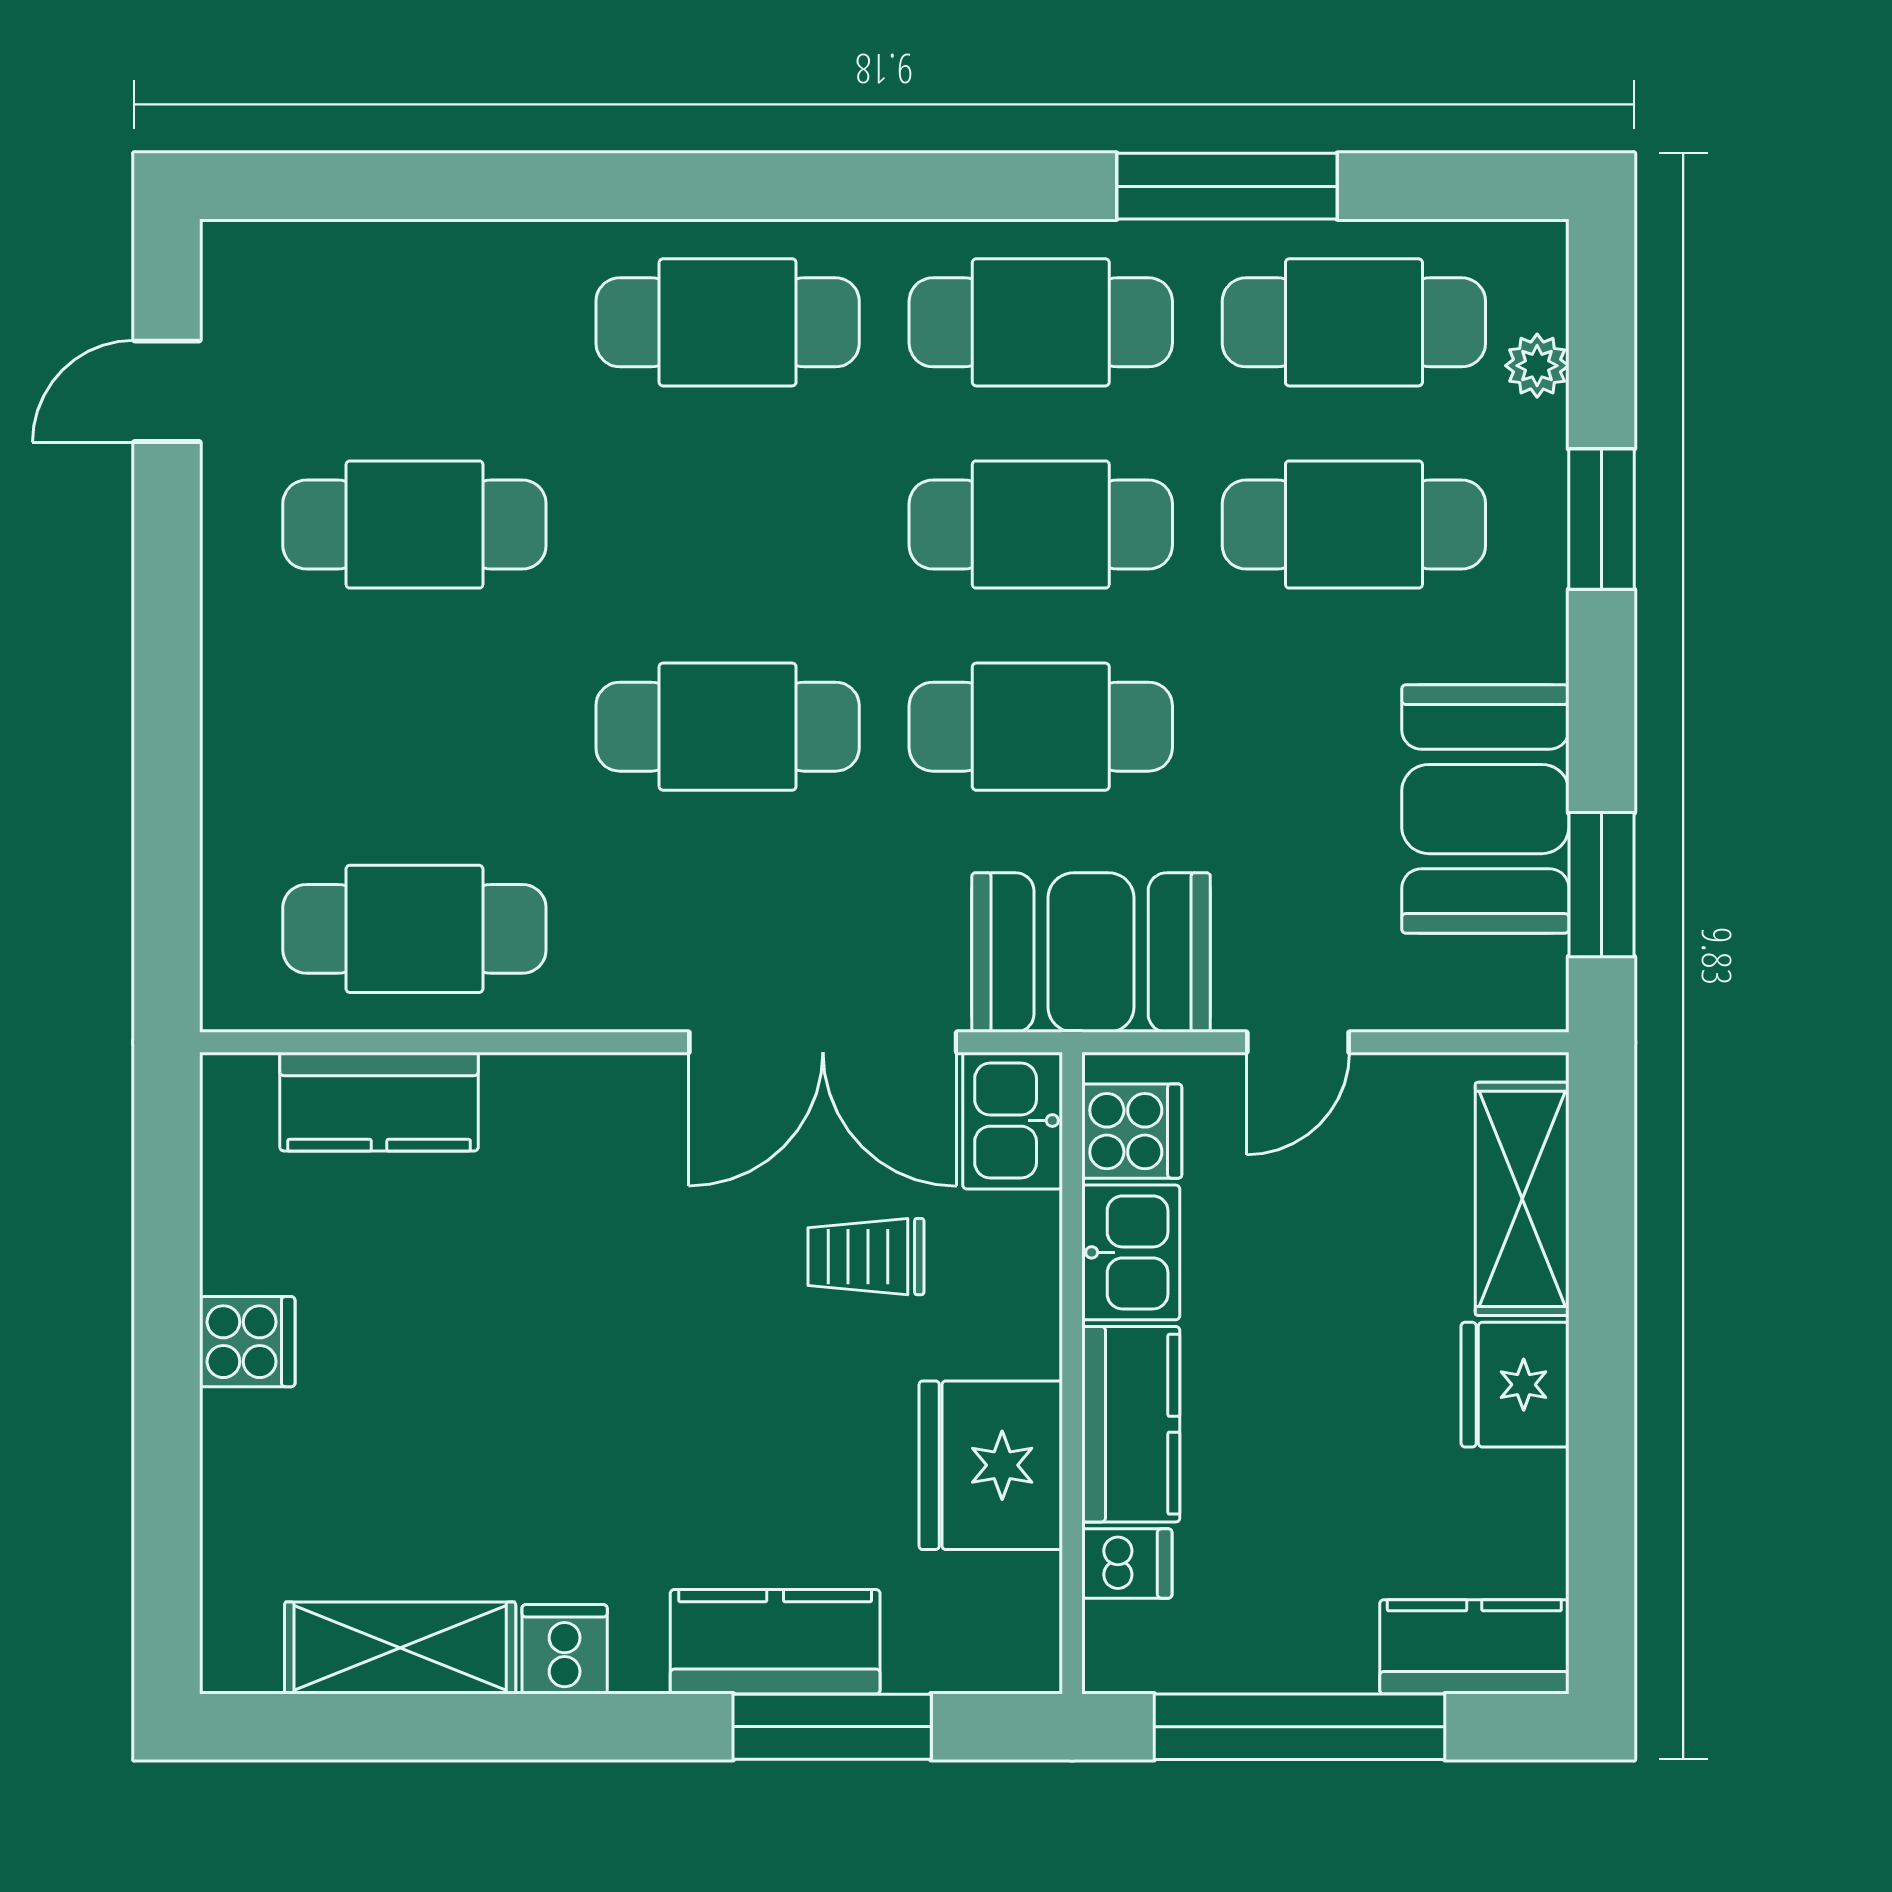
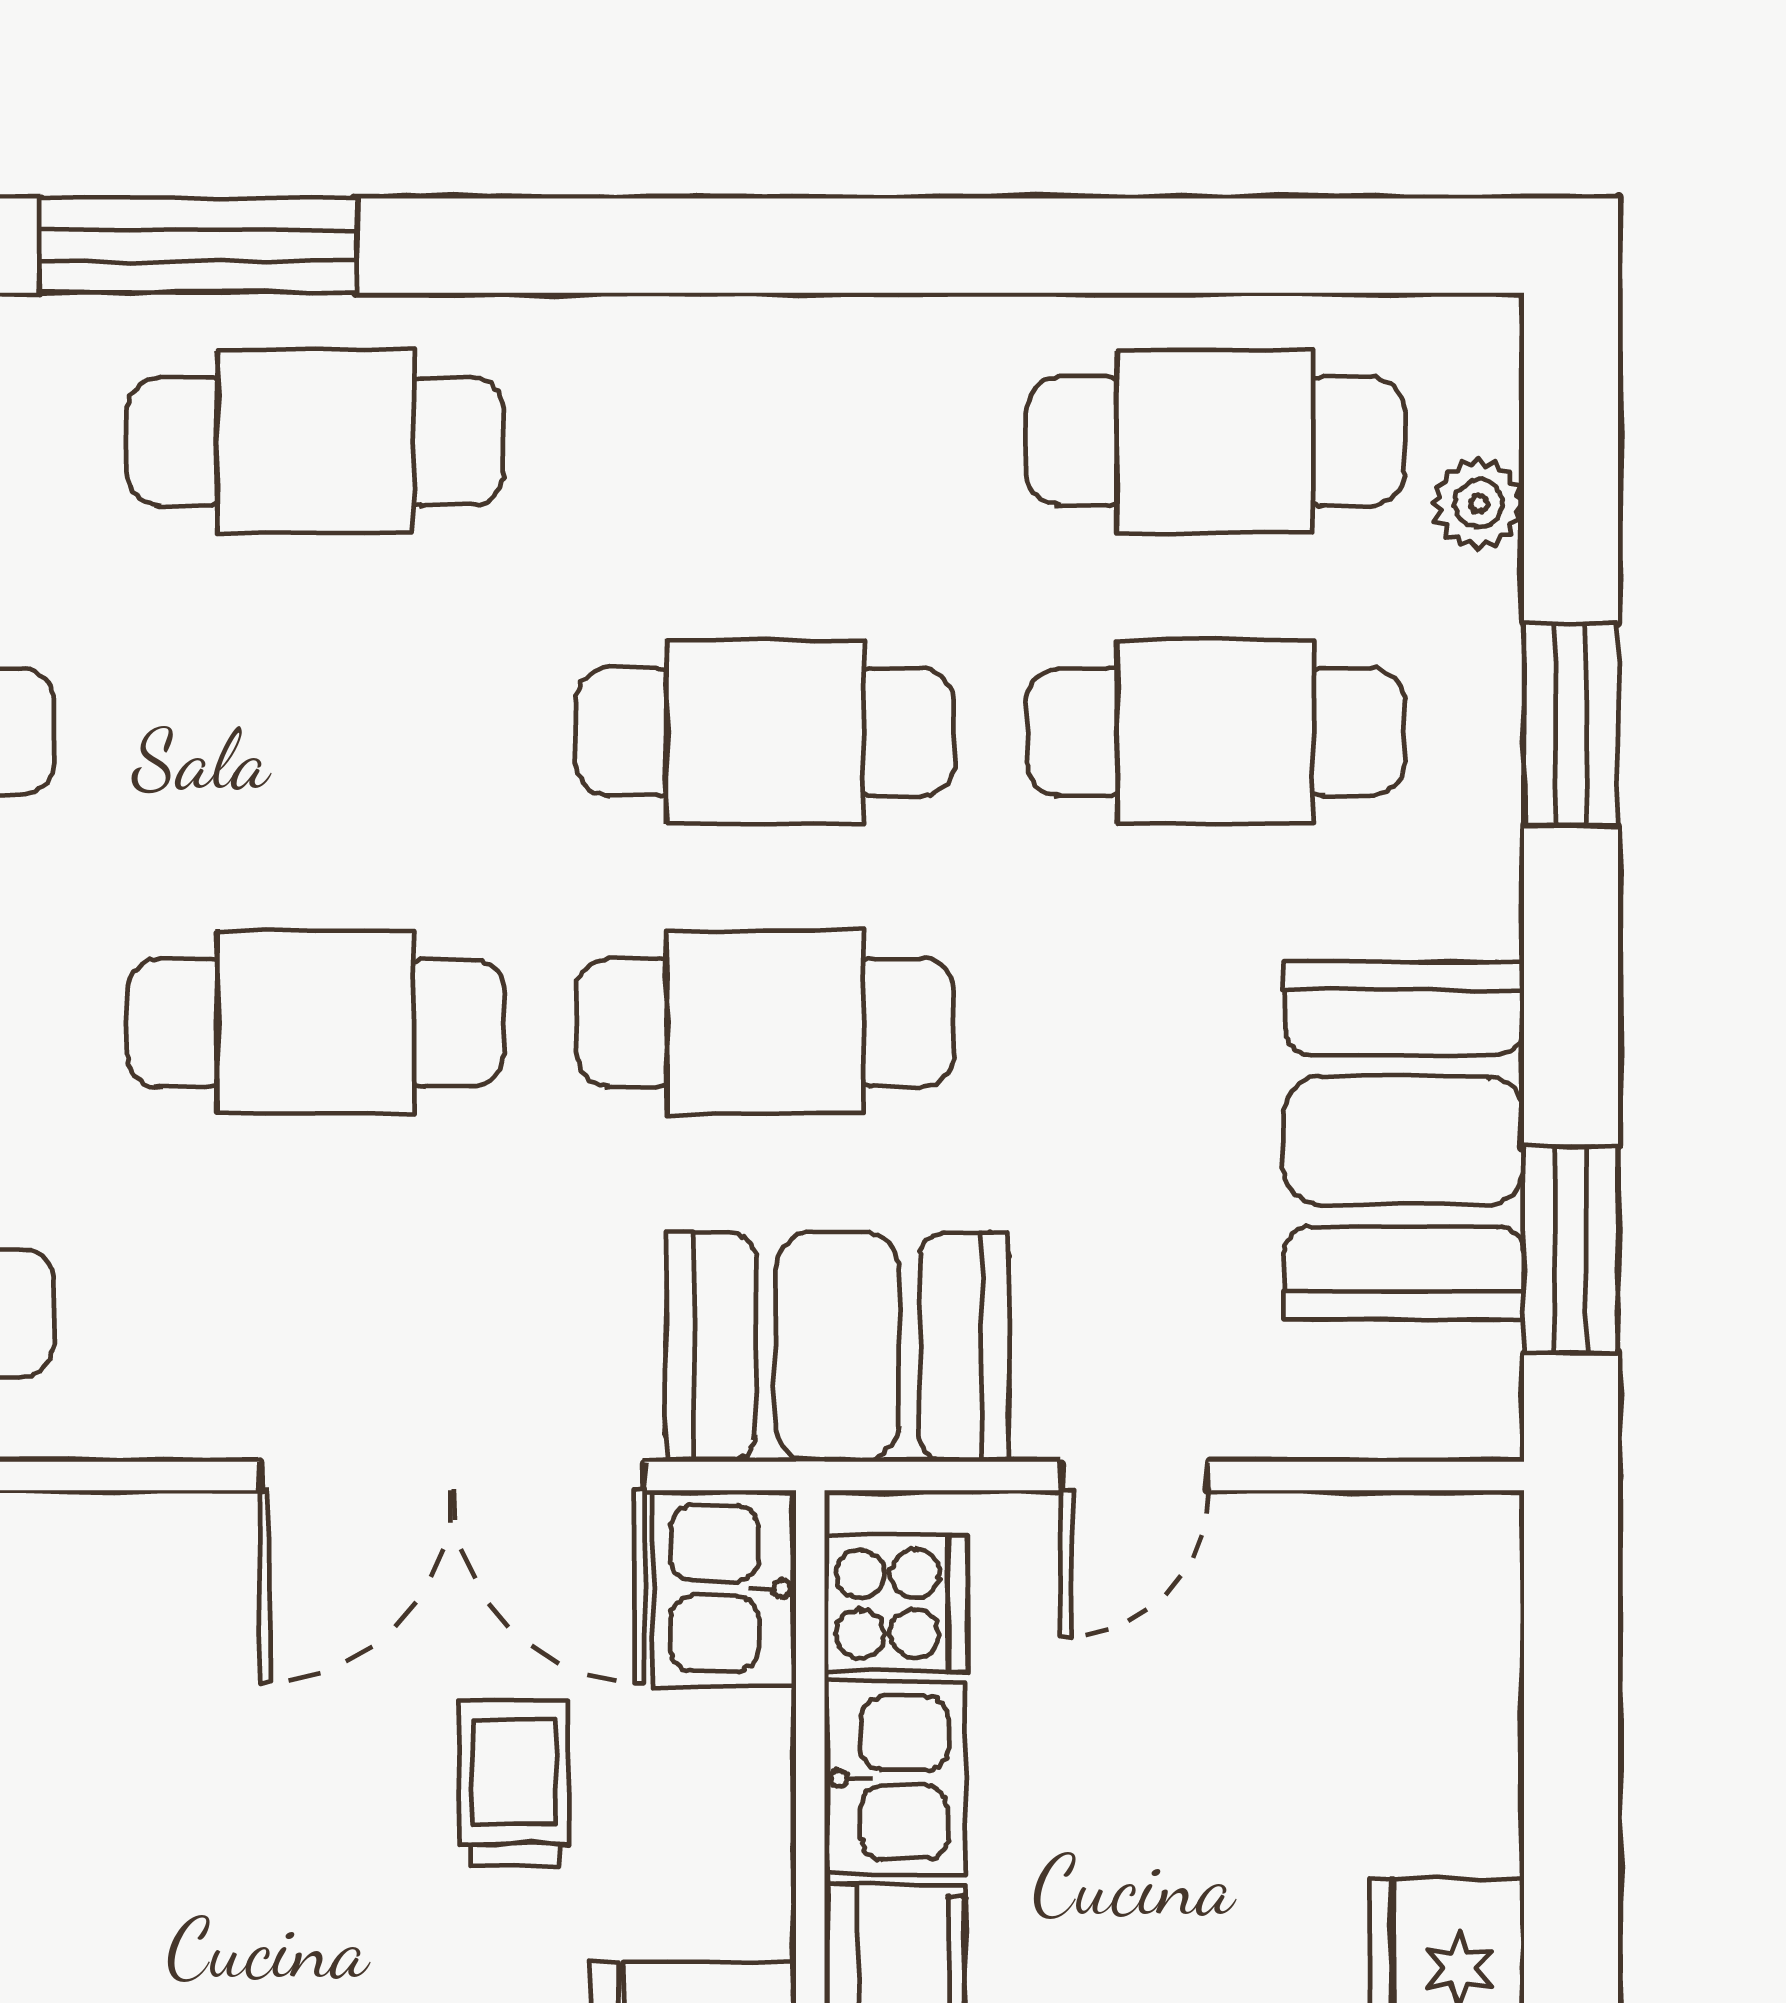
window: (1227, 186) -> (198, 246), moved
cafe table: (1041, 322) -> (765, 441), removed
shelving: (1522, 1199) -> (1457, 1701), removed
trolley: (866, 1257) -> (514, 1784), turned 90

